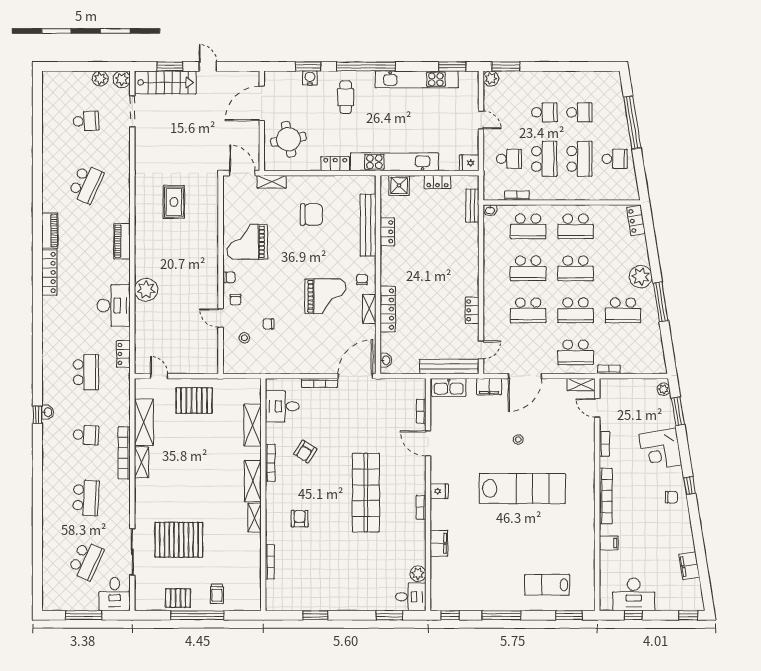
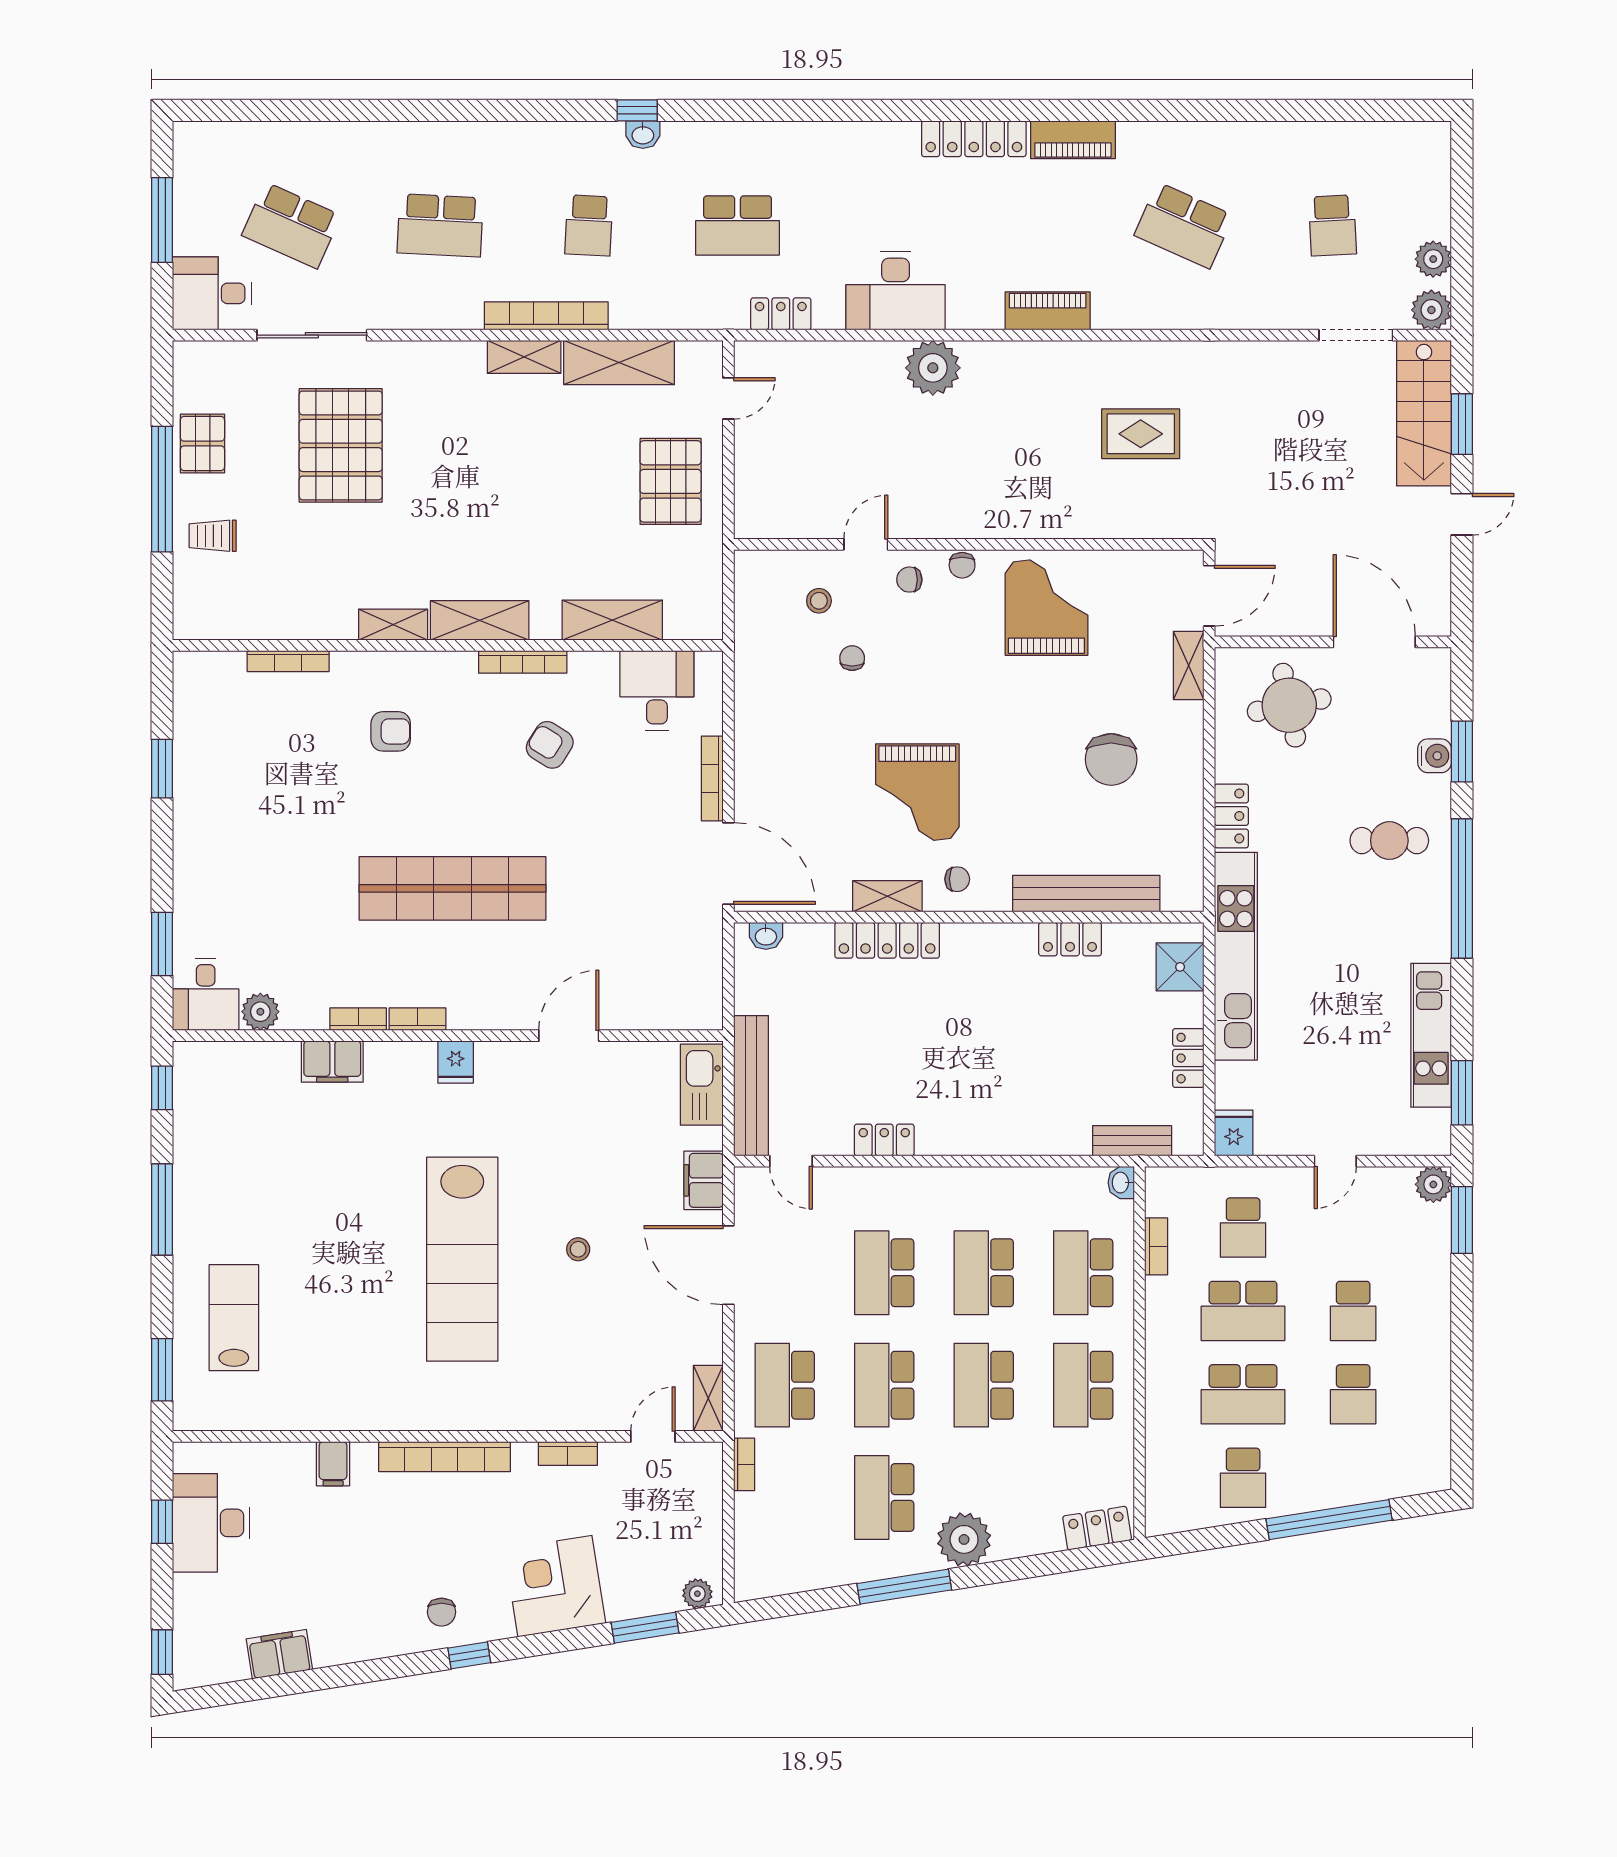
kitchen unit: (417, 79) -> (1431, 1035), width x0.73
bookcase: (421, 411) -> (358, 1019), moved

